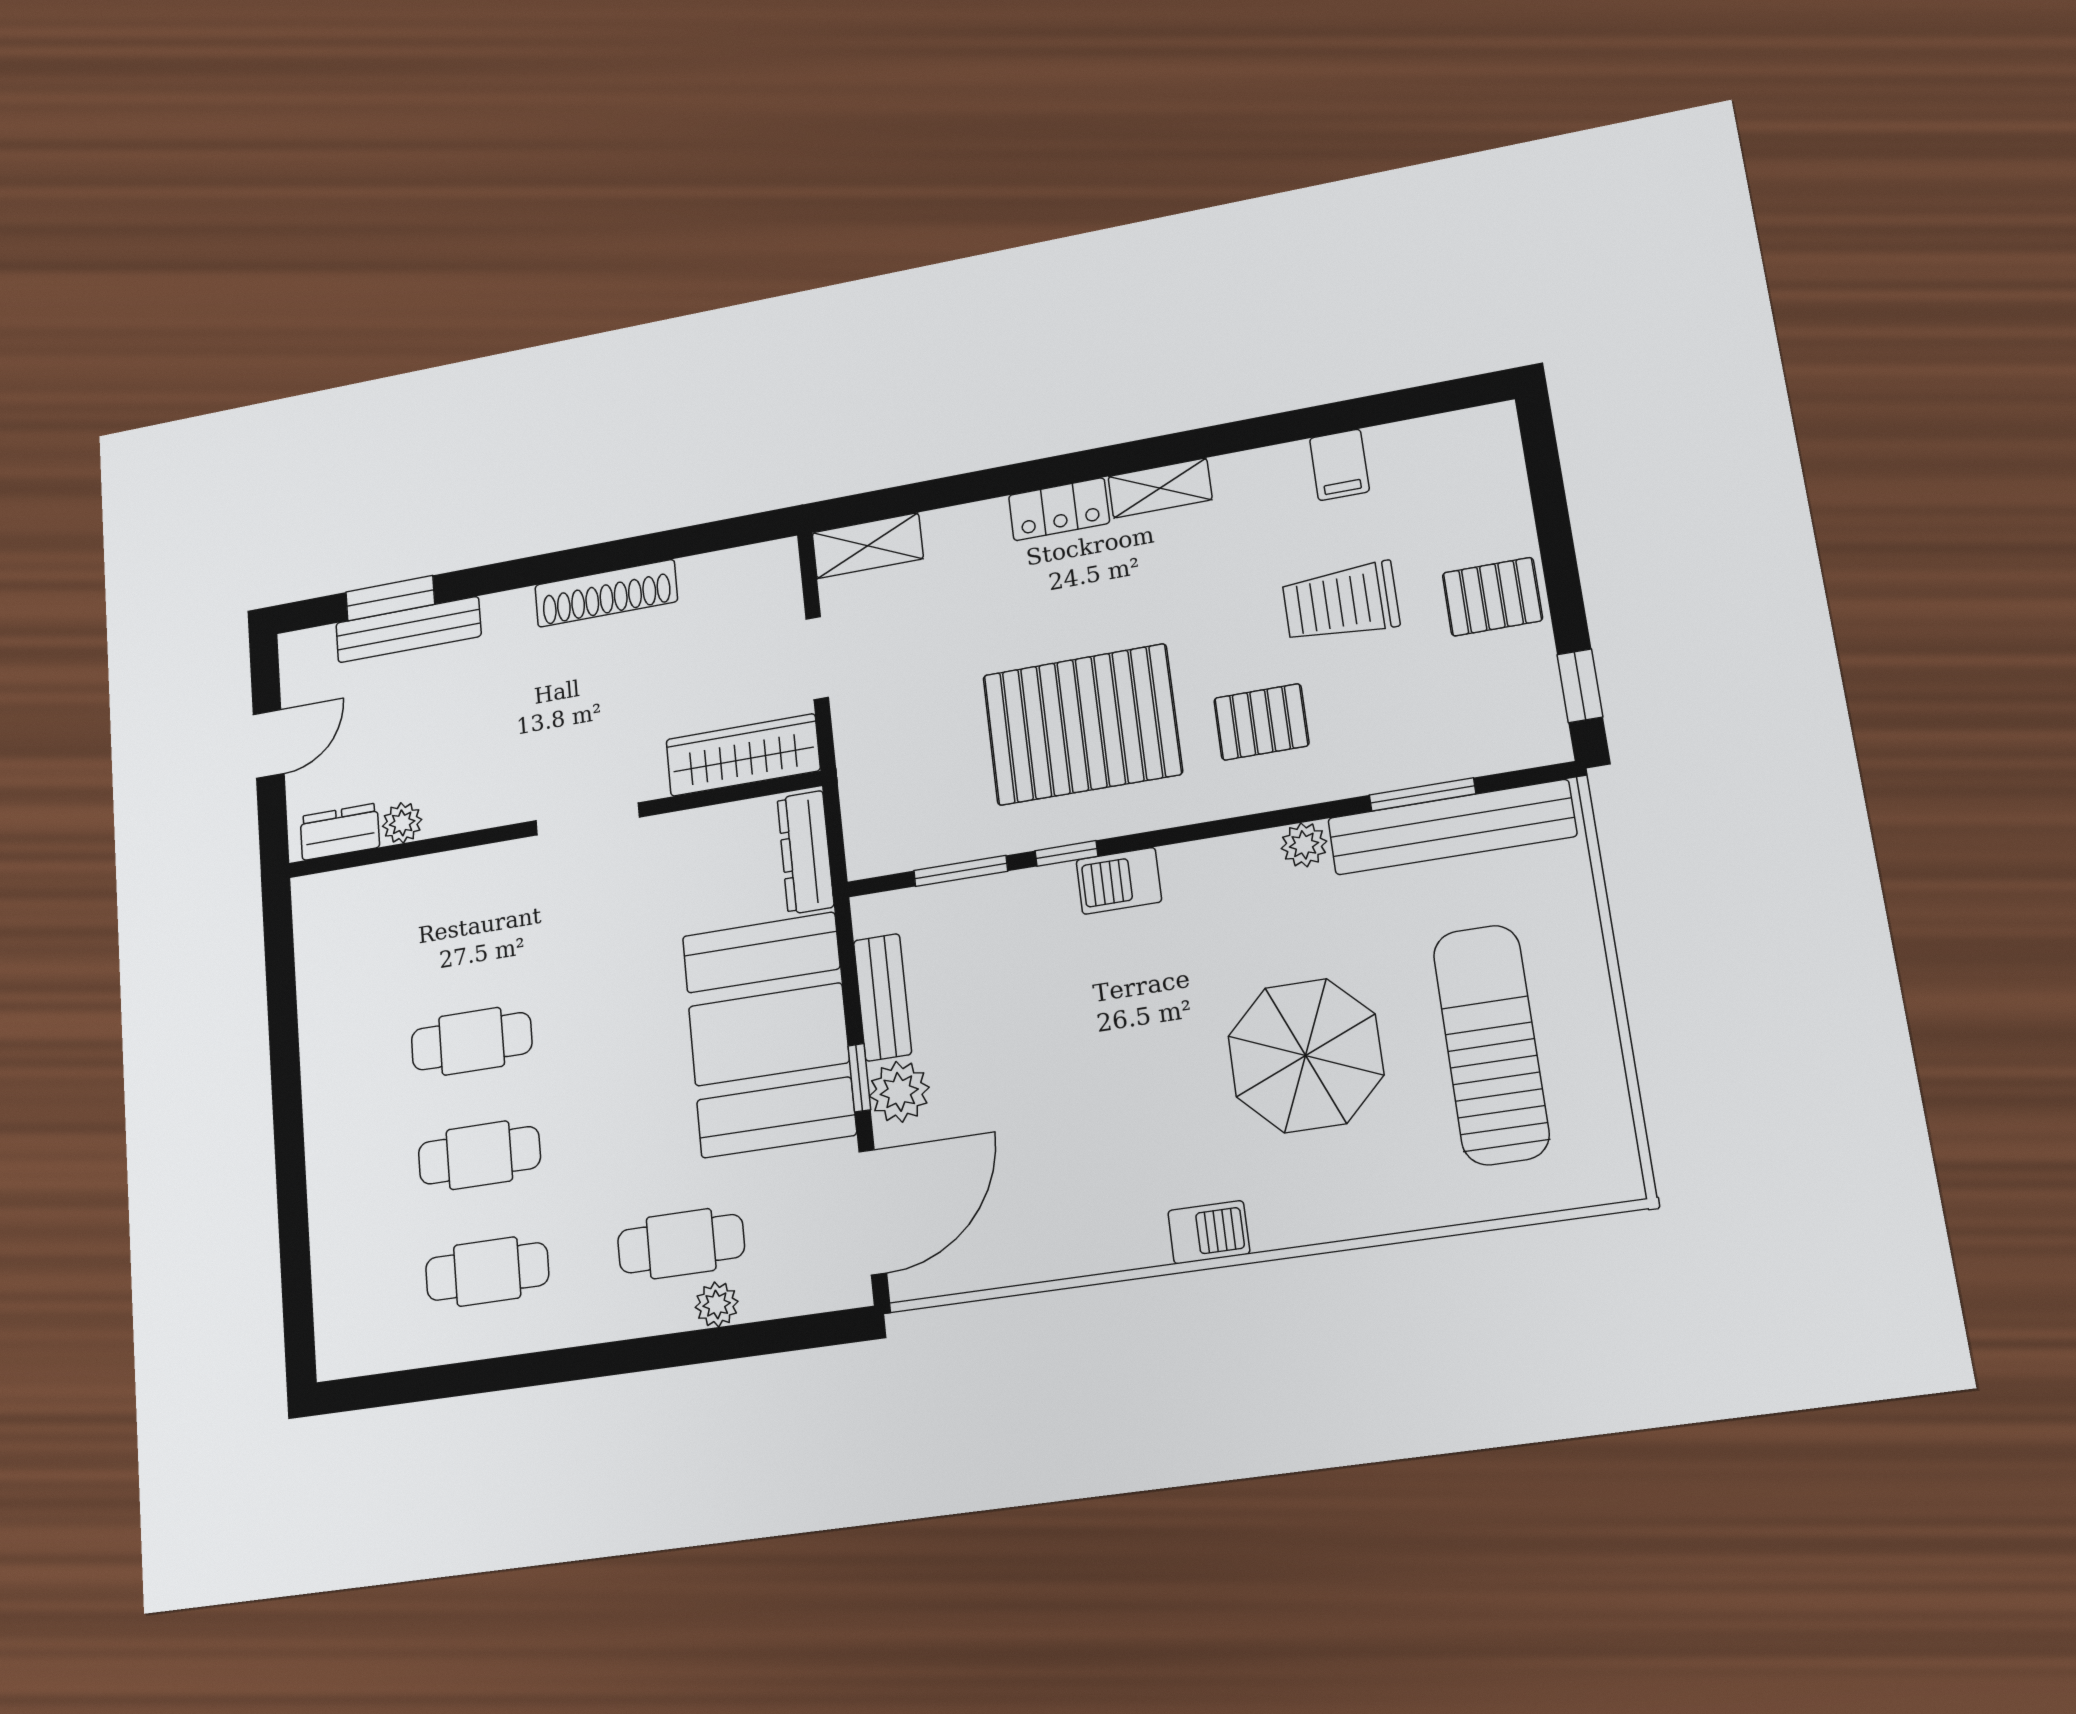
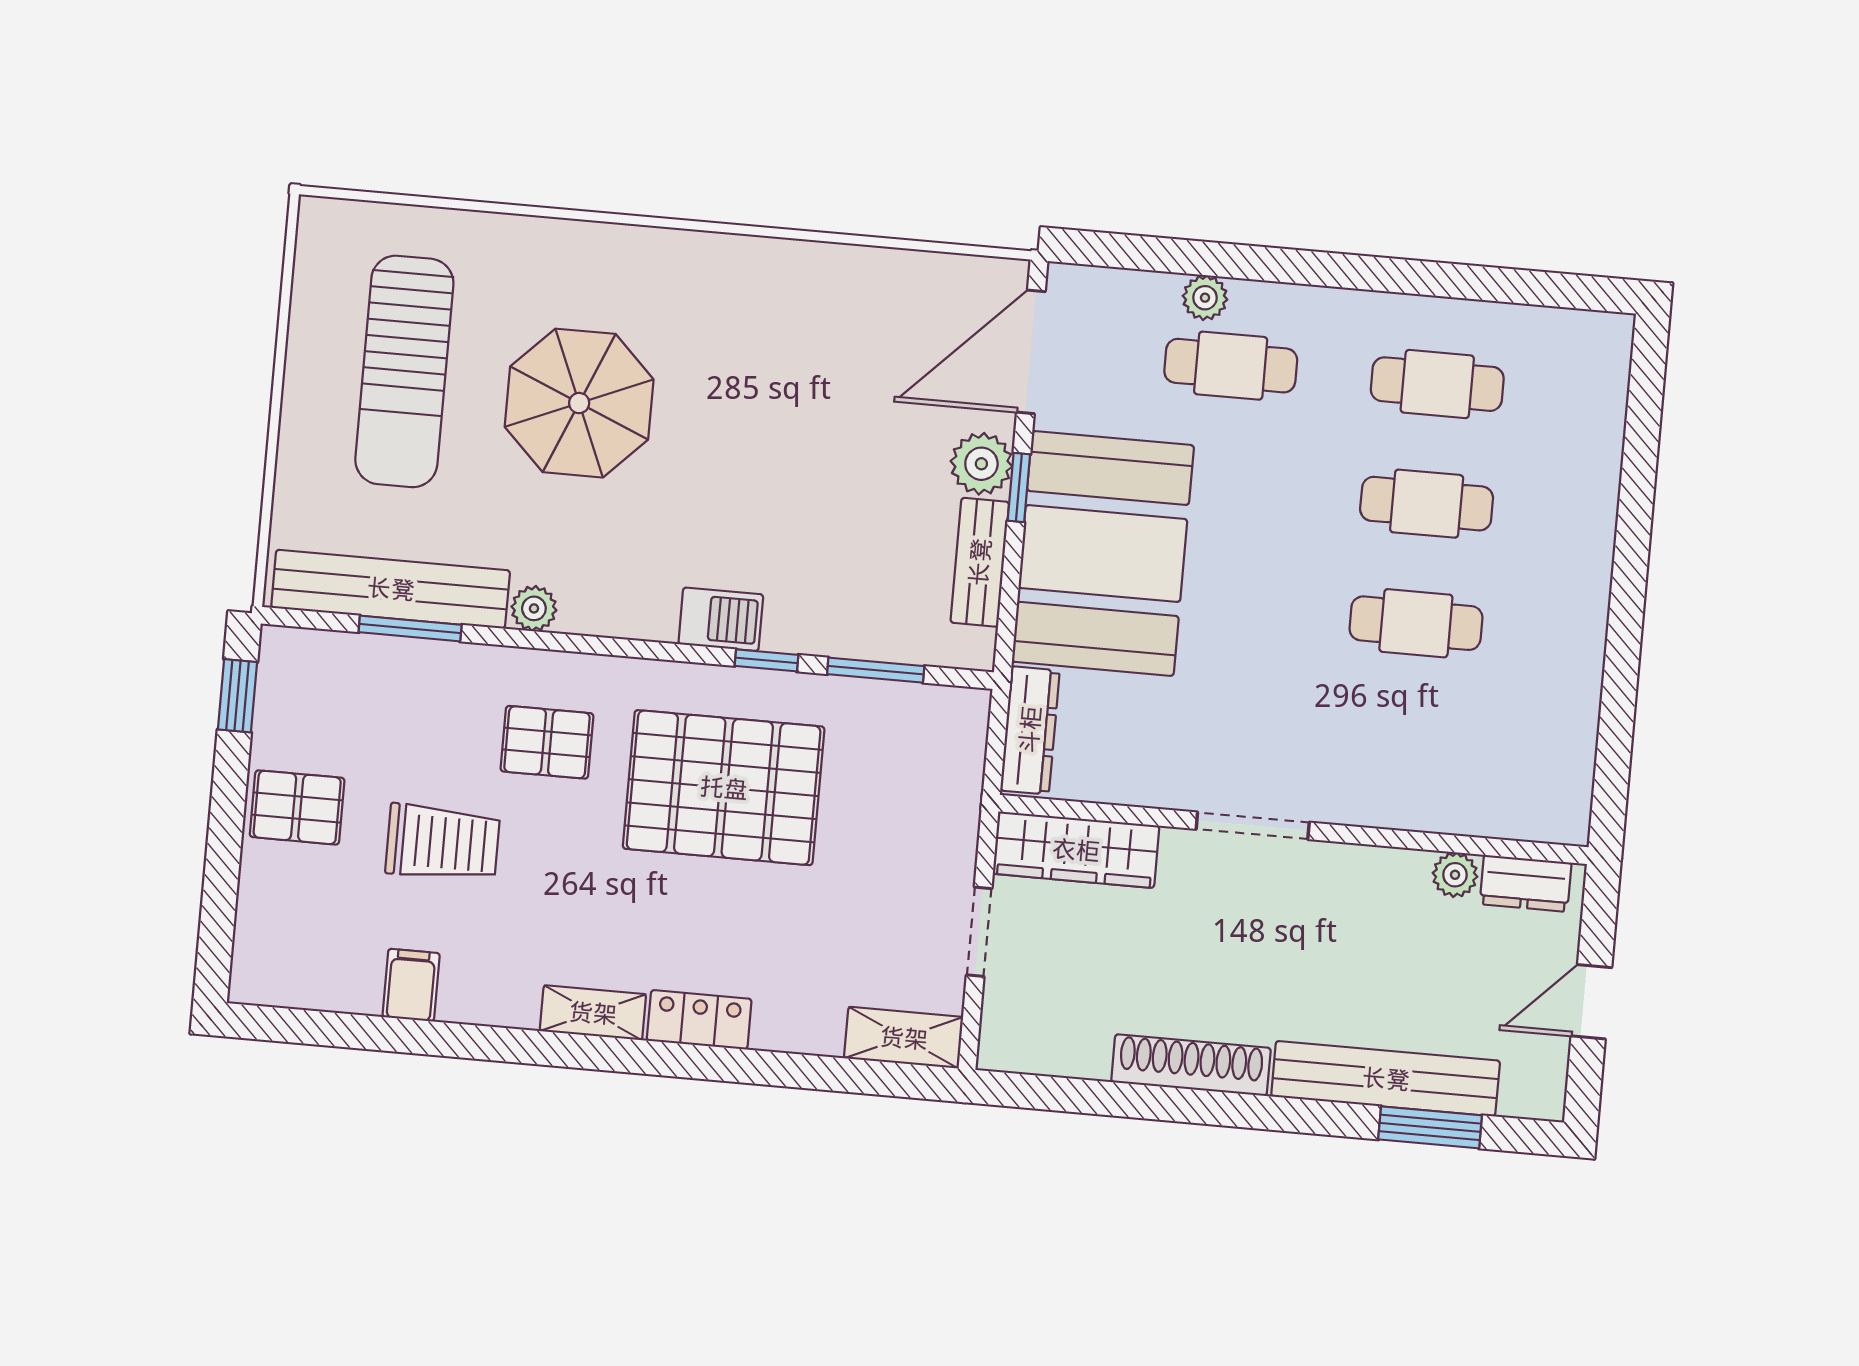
bench: (408, 630) -> (1386, 1079), width x1.37, depth x1.21
barbecue: (1209, 1232) -> (708, 257), removed

